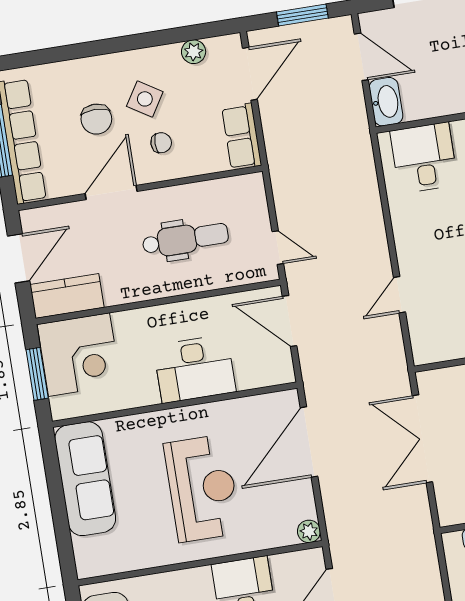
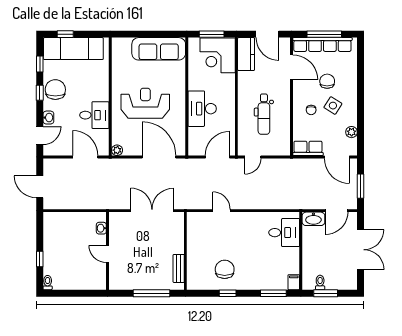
chair: (96, 119) -> (327, 81), turned 90
door: (111, 192) -> (291, 67), moved
reception desk: (202, 488) -> (145, 103), turned 180

